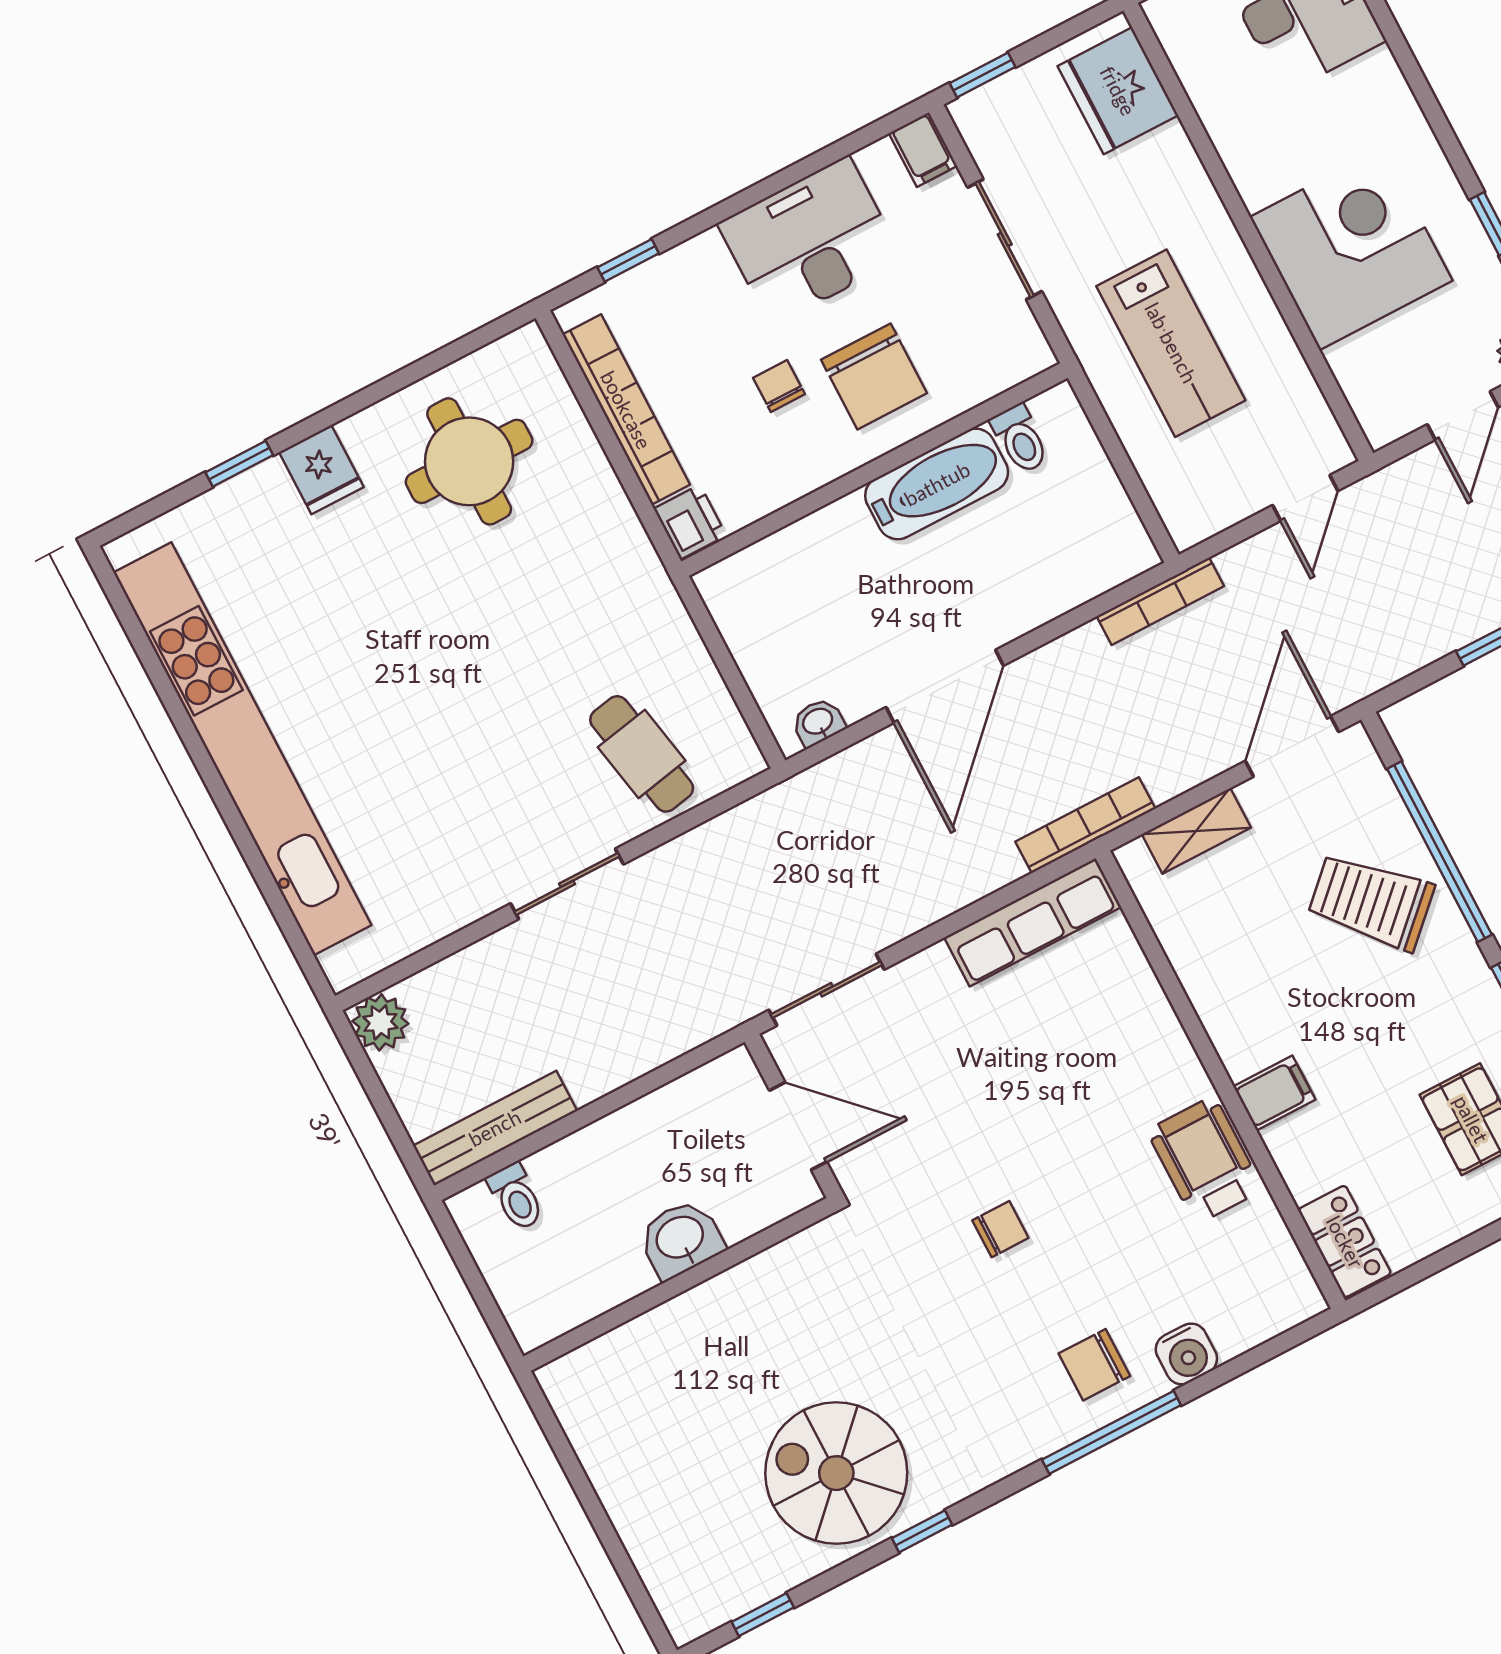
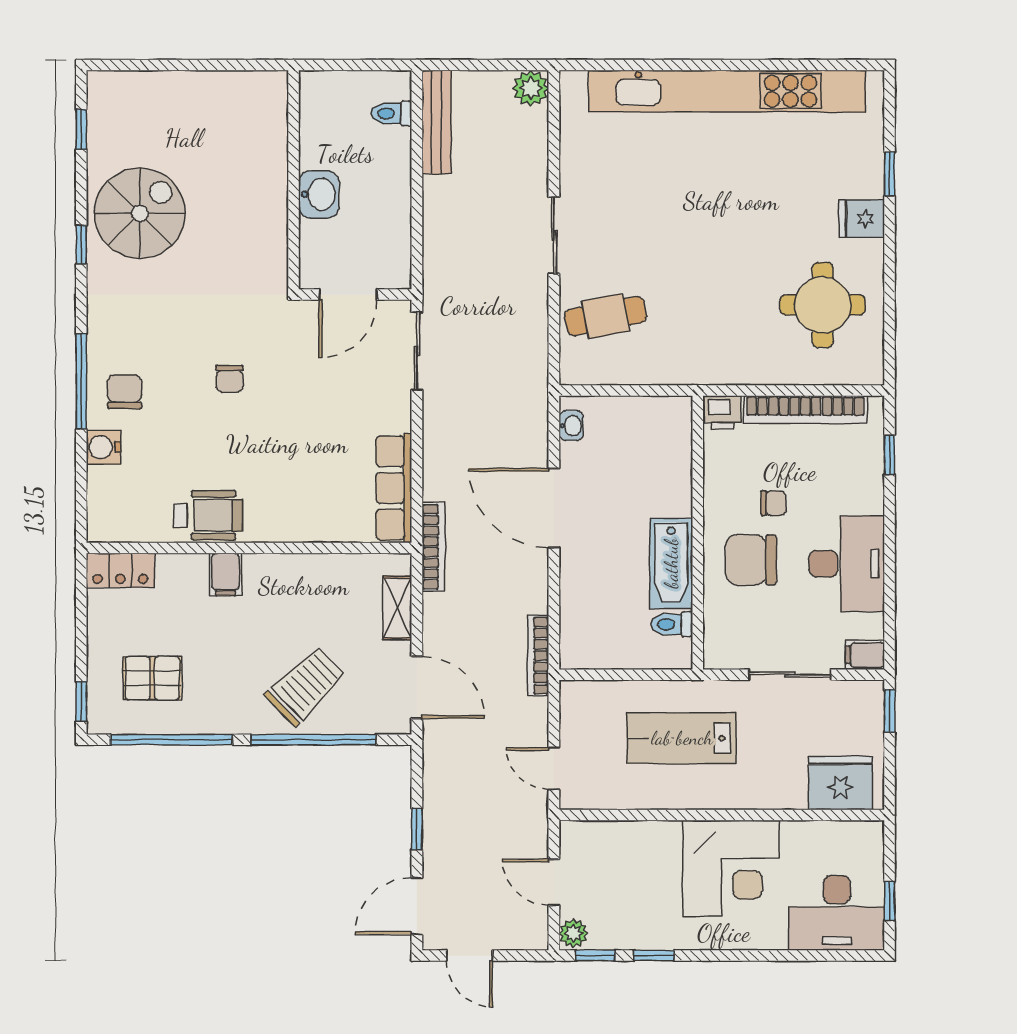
corner desk: (1351, 249) -> (731, 868), moved

